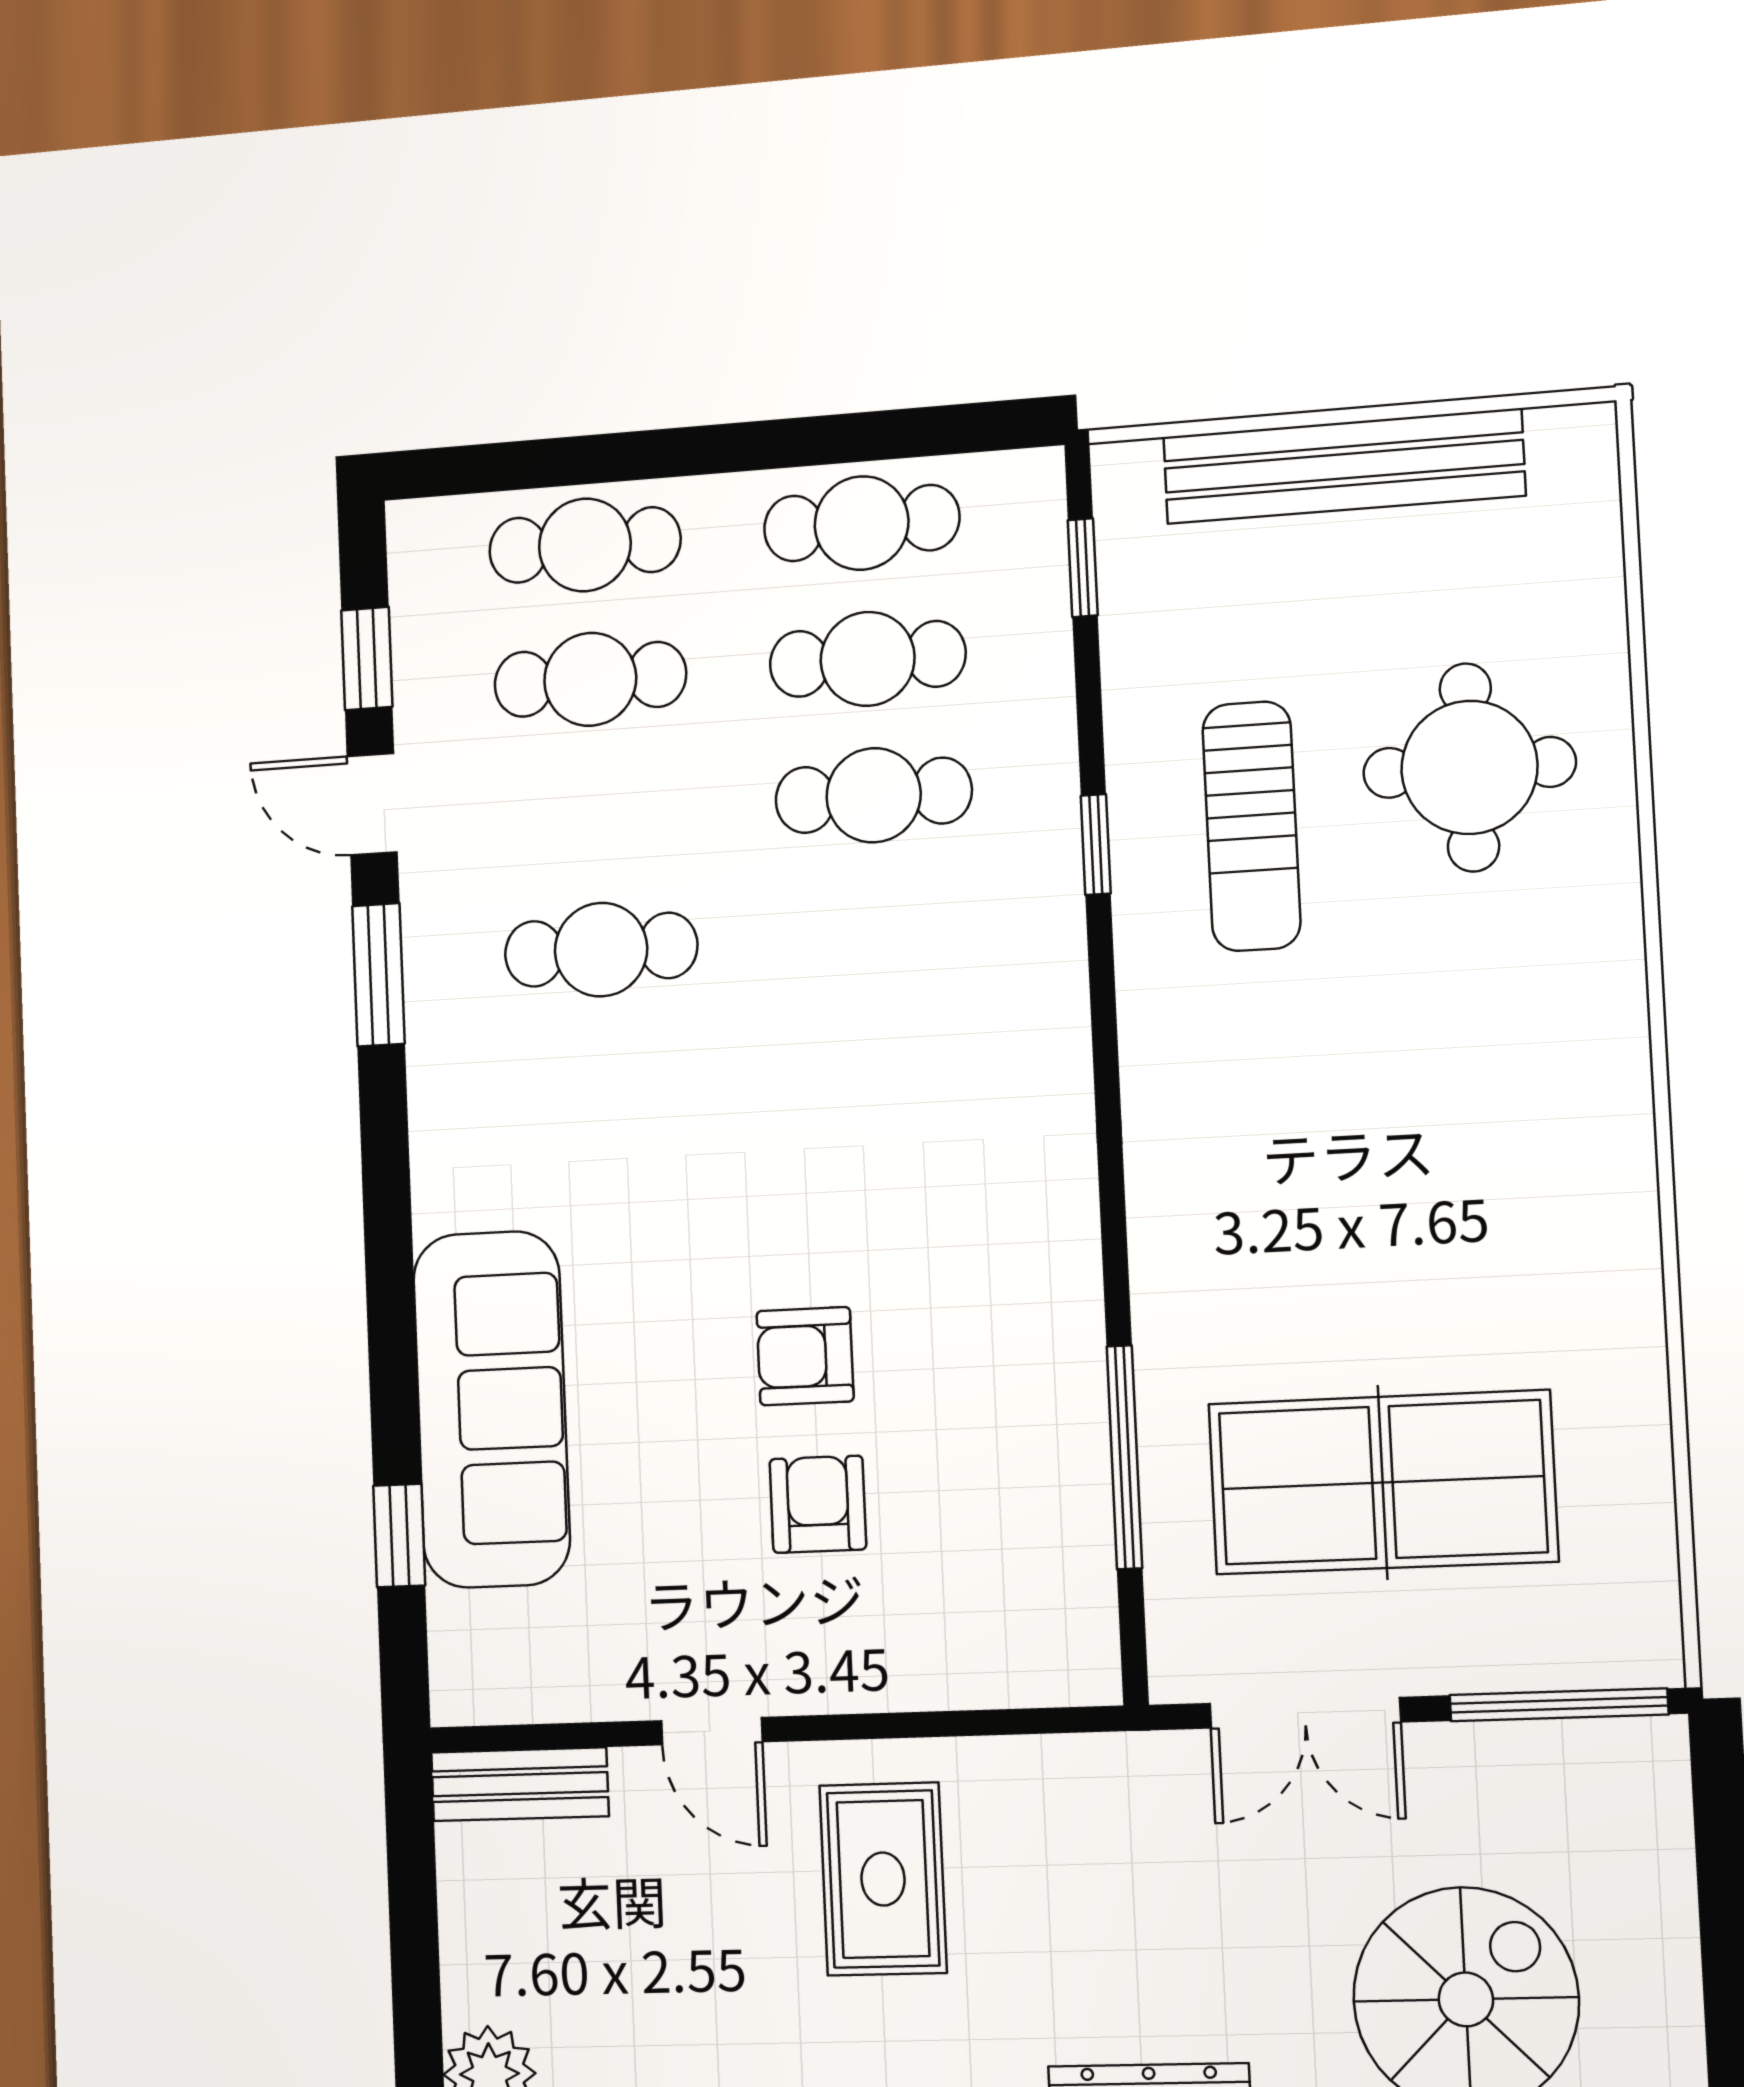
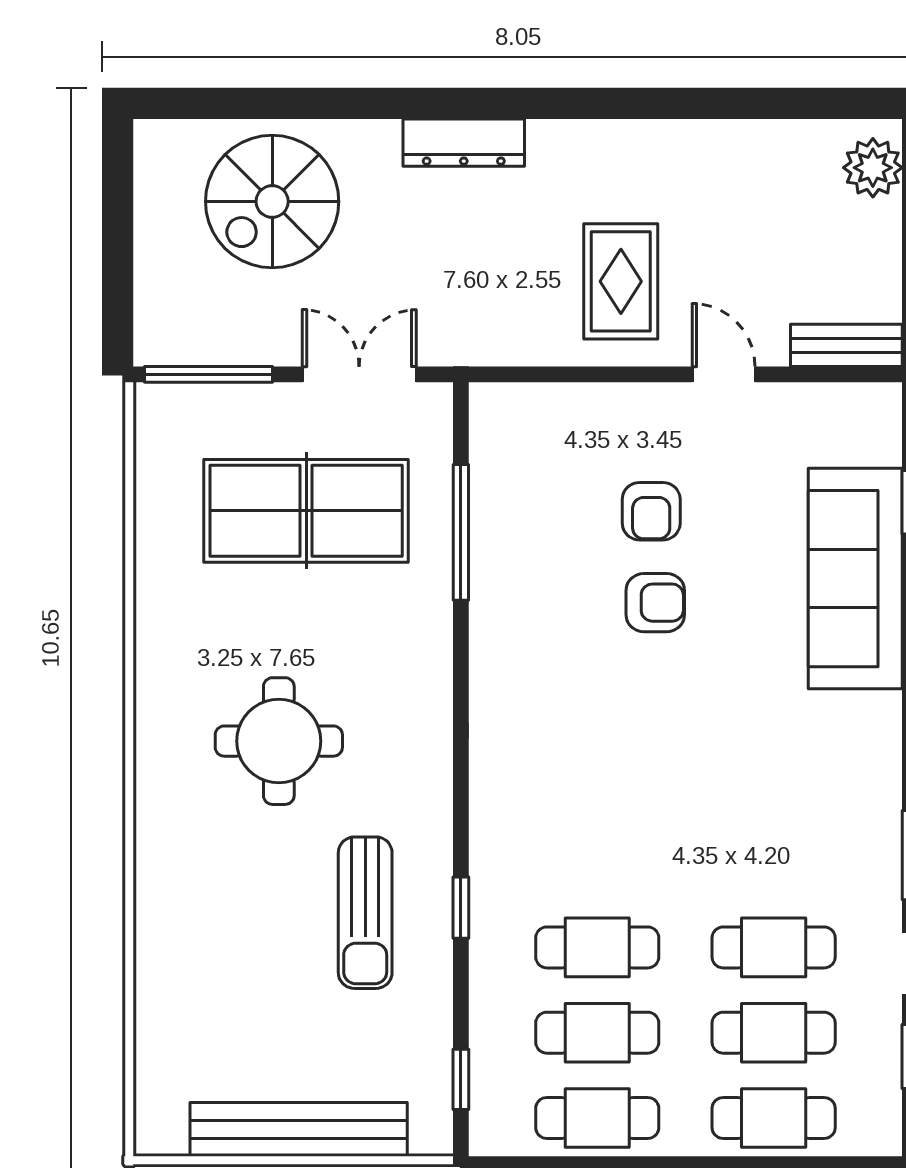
round table: (1469, 767) -> (279, 741), moved
sun lounger: (1251, 826) -> (365, 913), turned 180
cafe table: (601, 950) -> (774, 947), moved

